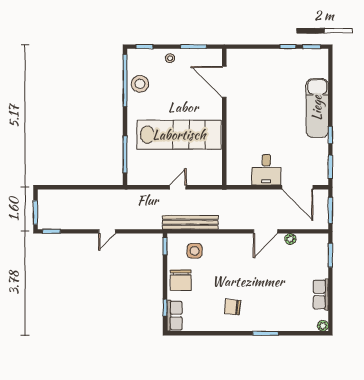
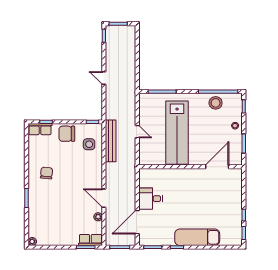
row of seats: (321, 294) -> (90, 240), moved

